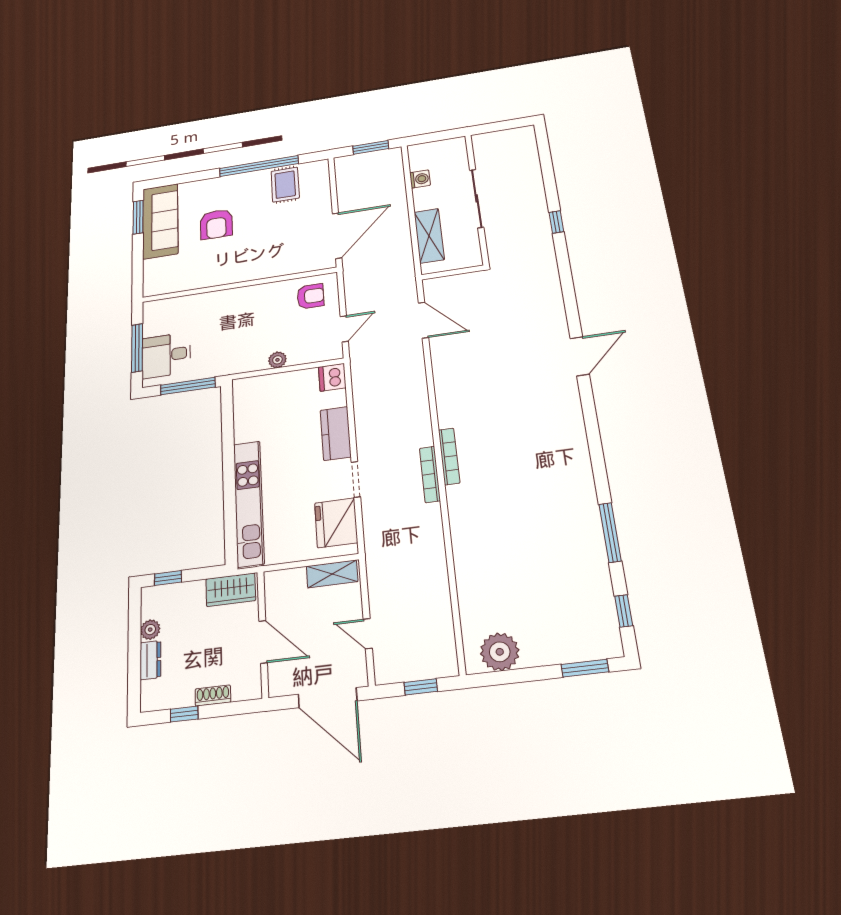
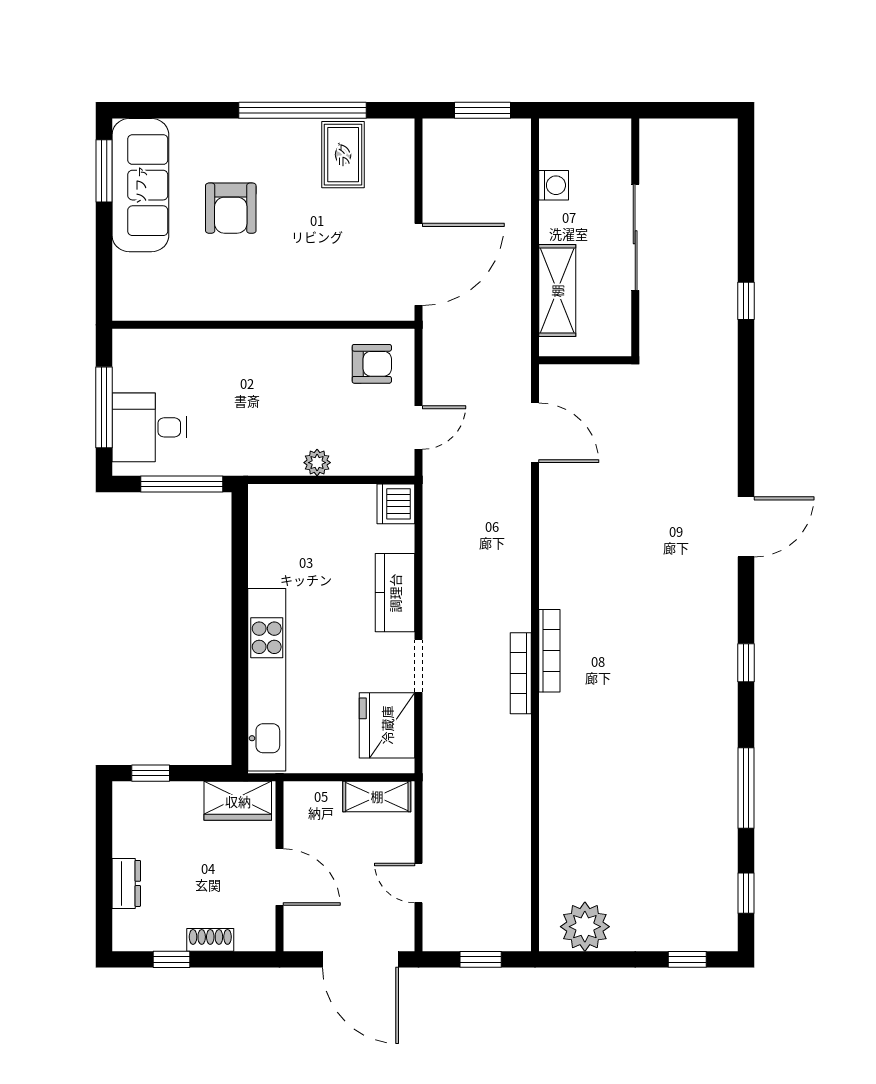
window: (595, 445) -> (746, 663), added
plant: (150, 630) -> (126, 842), removed
window: (585, 668) -> (687, 959), width x0.67

